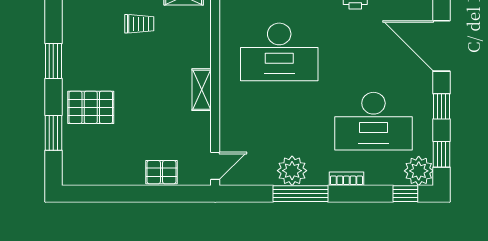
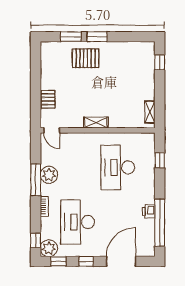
trolley: (139, 24) -> (134, 86), removed
window: (53, 61) -> (97, 37), moved
pallet: (91, 107) -> (86, 58), turned 90

